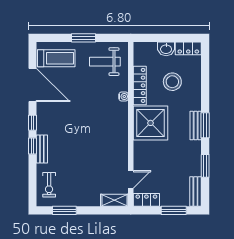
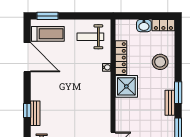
window: (83, 38) -> (47, 16), moved
stool: (172, 82) -> (160, 62), moved
window: (33, 123) -> (27, 90), removed
shower: (151, 123) -> (126, 86), width x0.73, depth x0.73
bench: (196, 125) -> (170, 103), moved

